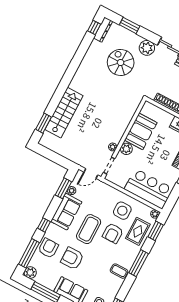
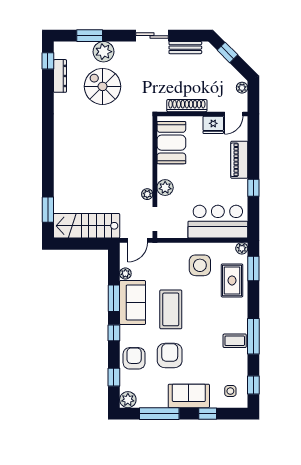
dresser: (103, 30) -> (60, 76), moved
plant: (147, 48) -> (103, 52), moved
stairs: (64, 113) -> (87, 226), moved, turned -90
booth: (141, 131) -> (171, 143), moved
window: (63, 188) -> (114, 298), moved
armchair: (113, 233) -> (203, 299), removed
window: (29, 253) -> (114, 377), width x0.46
armchair: (72, 258) -> (170, 355), turned 90
window: (139, 263) -> (253, 336), moved

